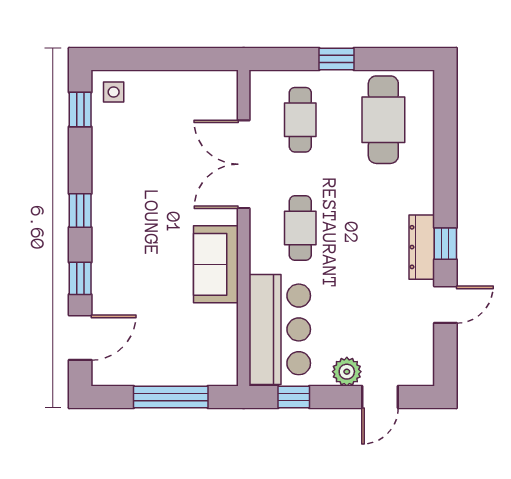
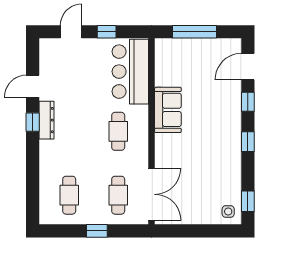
cafe table: (383, 120) -> (69, 195), width x0.73, depth x0.74
double door: (244, 164) -> (152, 194), moved
plant: (347, 372) -> (91, 47), removed
window: (294, 397) -> (107, 32), moved

